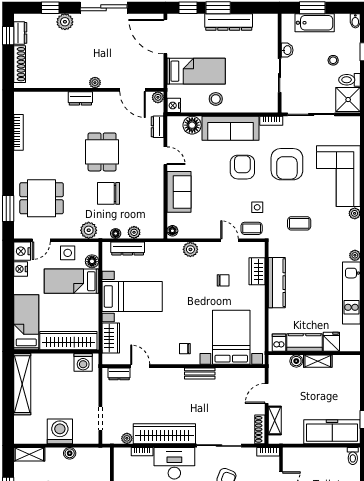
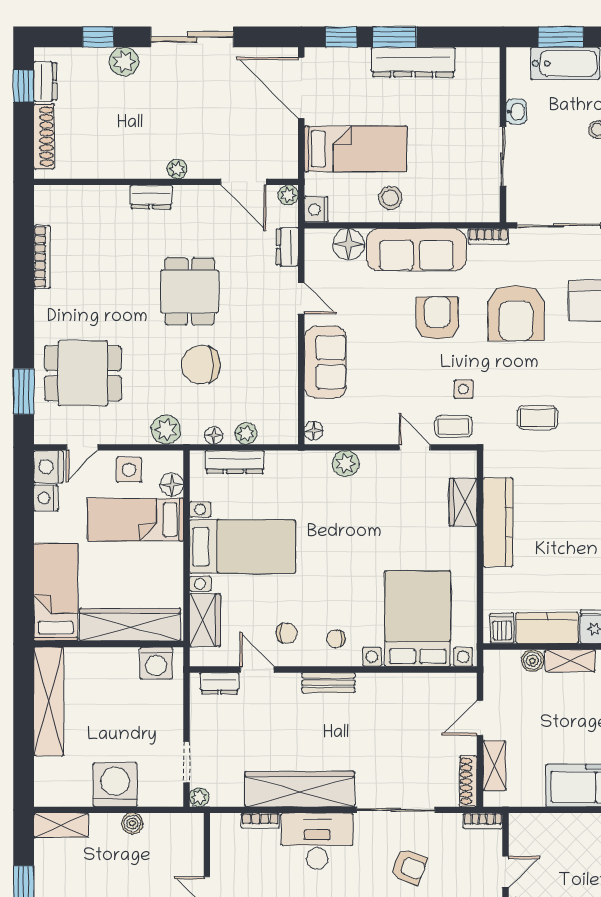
chair: (223, 280) -> (287, 633), moved
bench: (200, 374) -> (328, 683), moved
plant: (127, 438) -> (199, 797), moved

